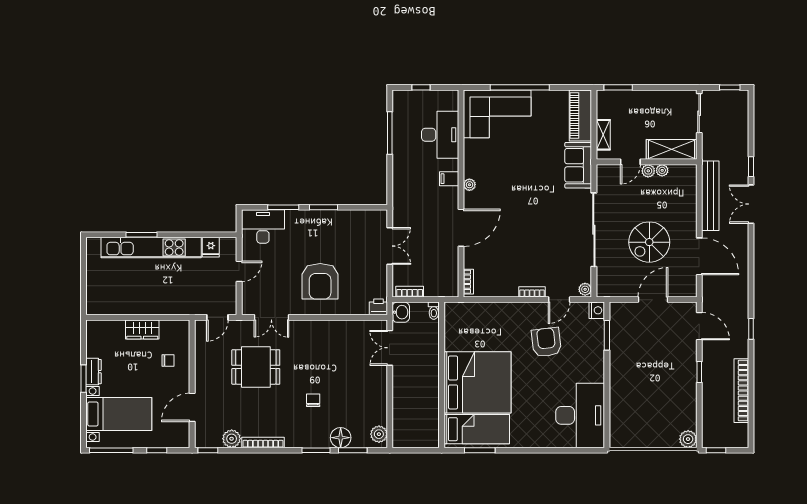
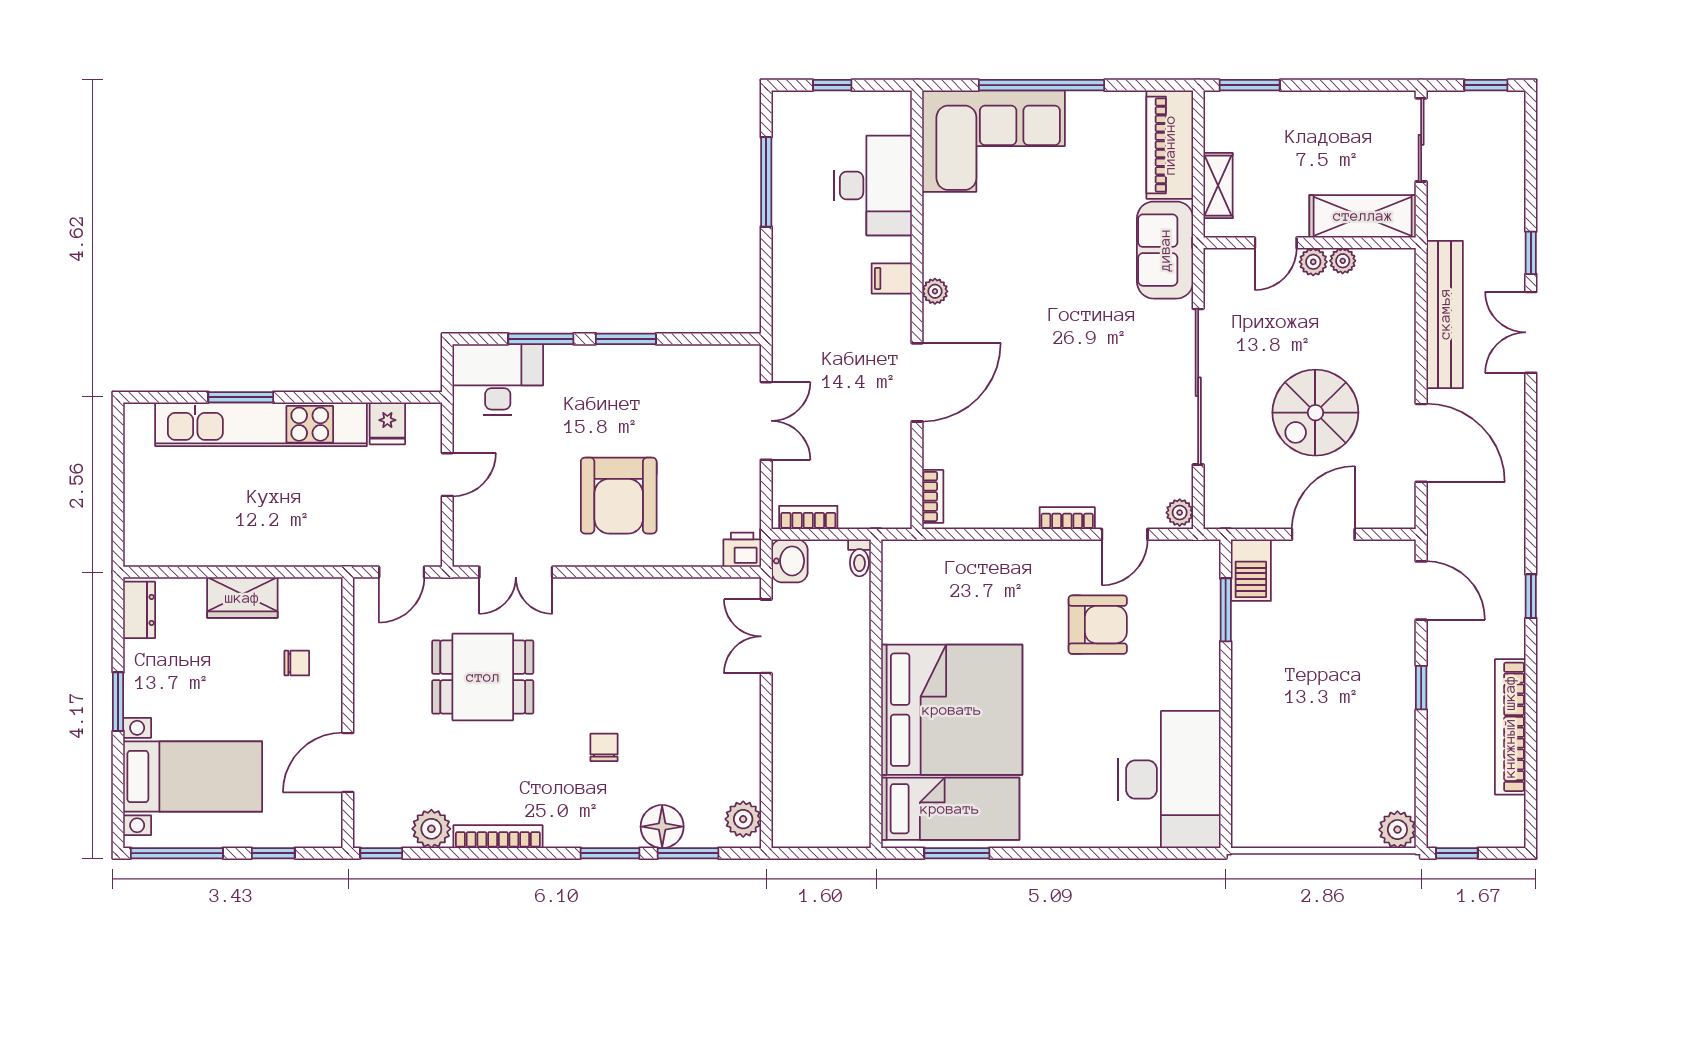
nightstand: (597, 310) -> (1204, 557), removed
barbecue: (619, 317) -> (1251, 570), added
armchair: (546, 342) -> (1098, 625), turned 97
dresser: (93, 372) -> (139, 610), moved

